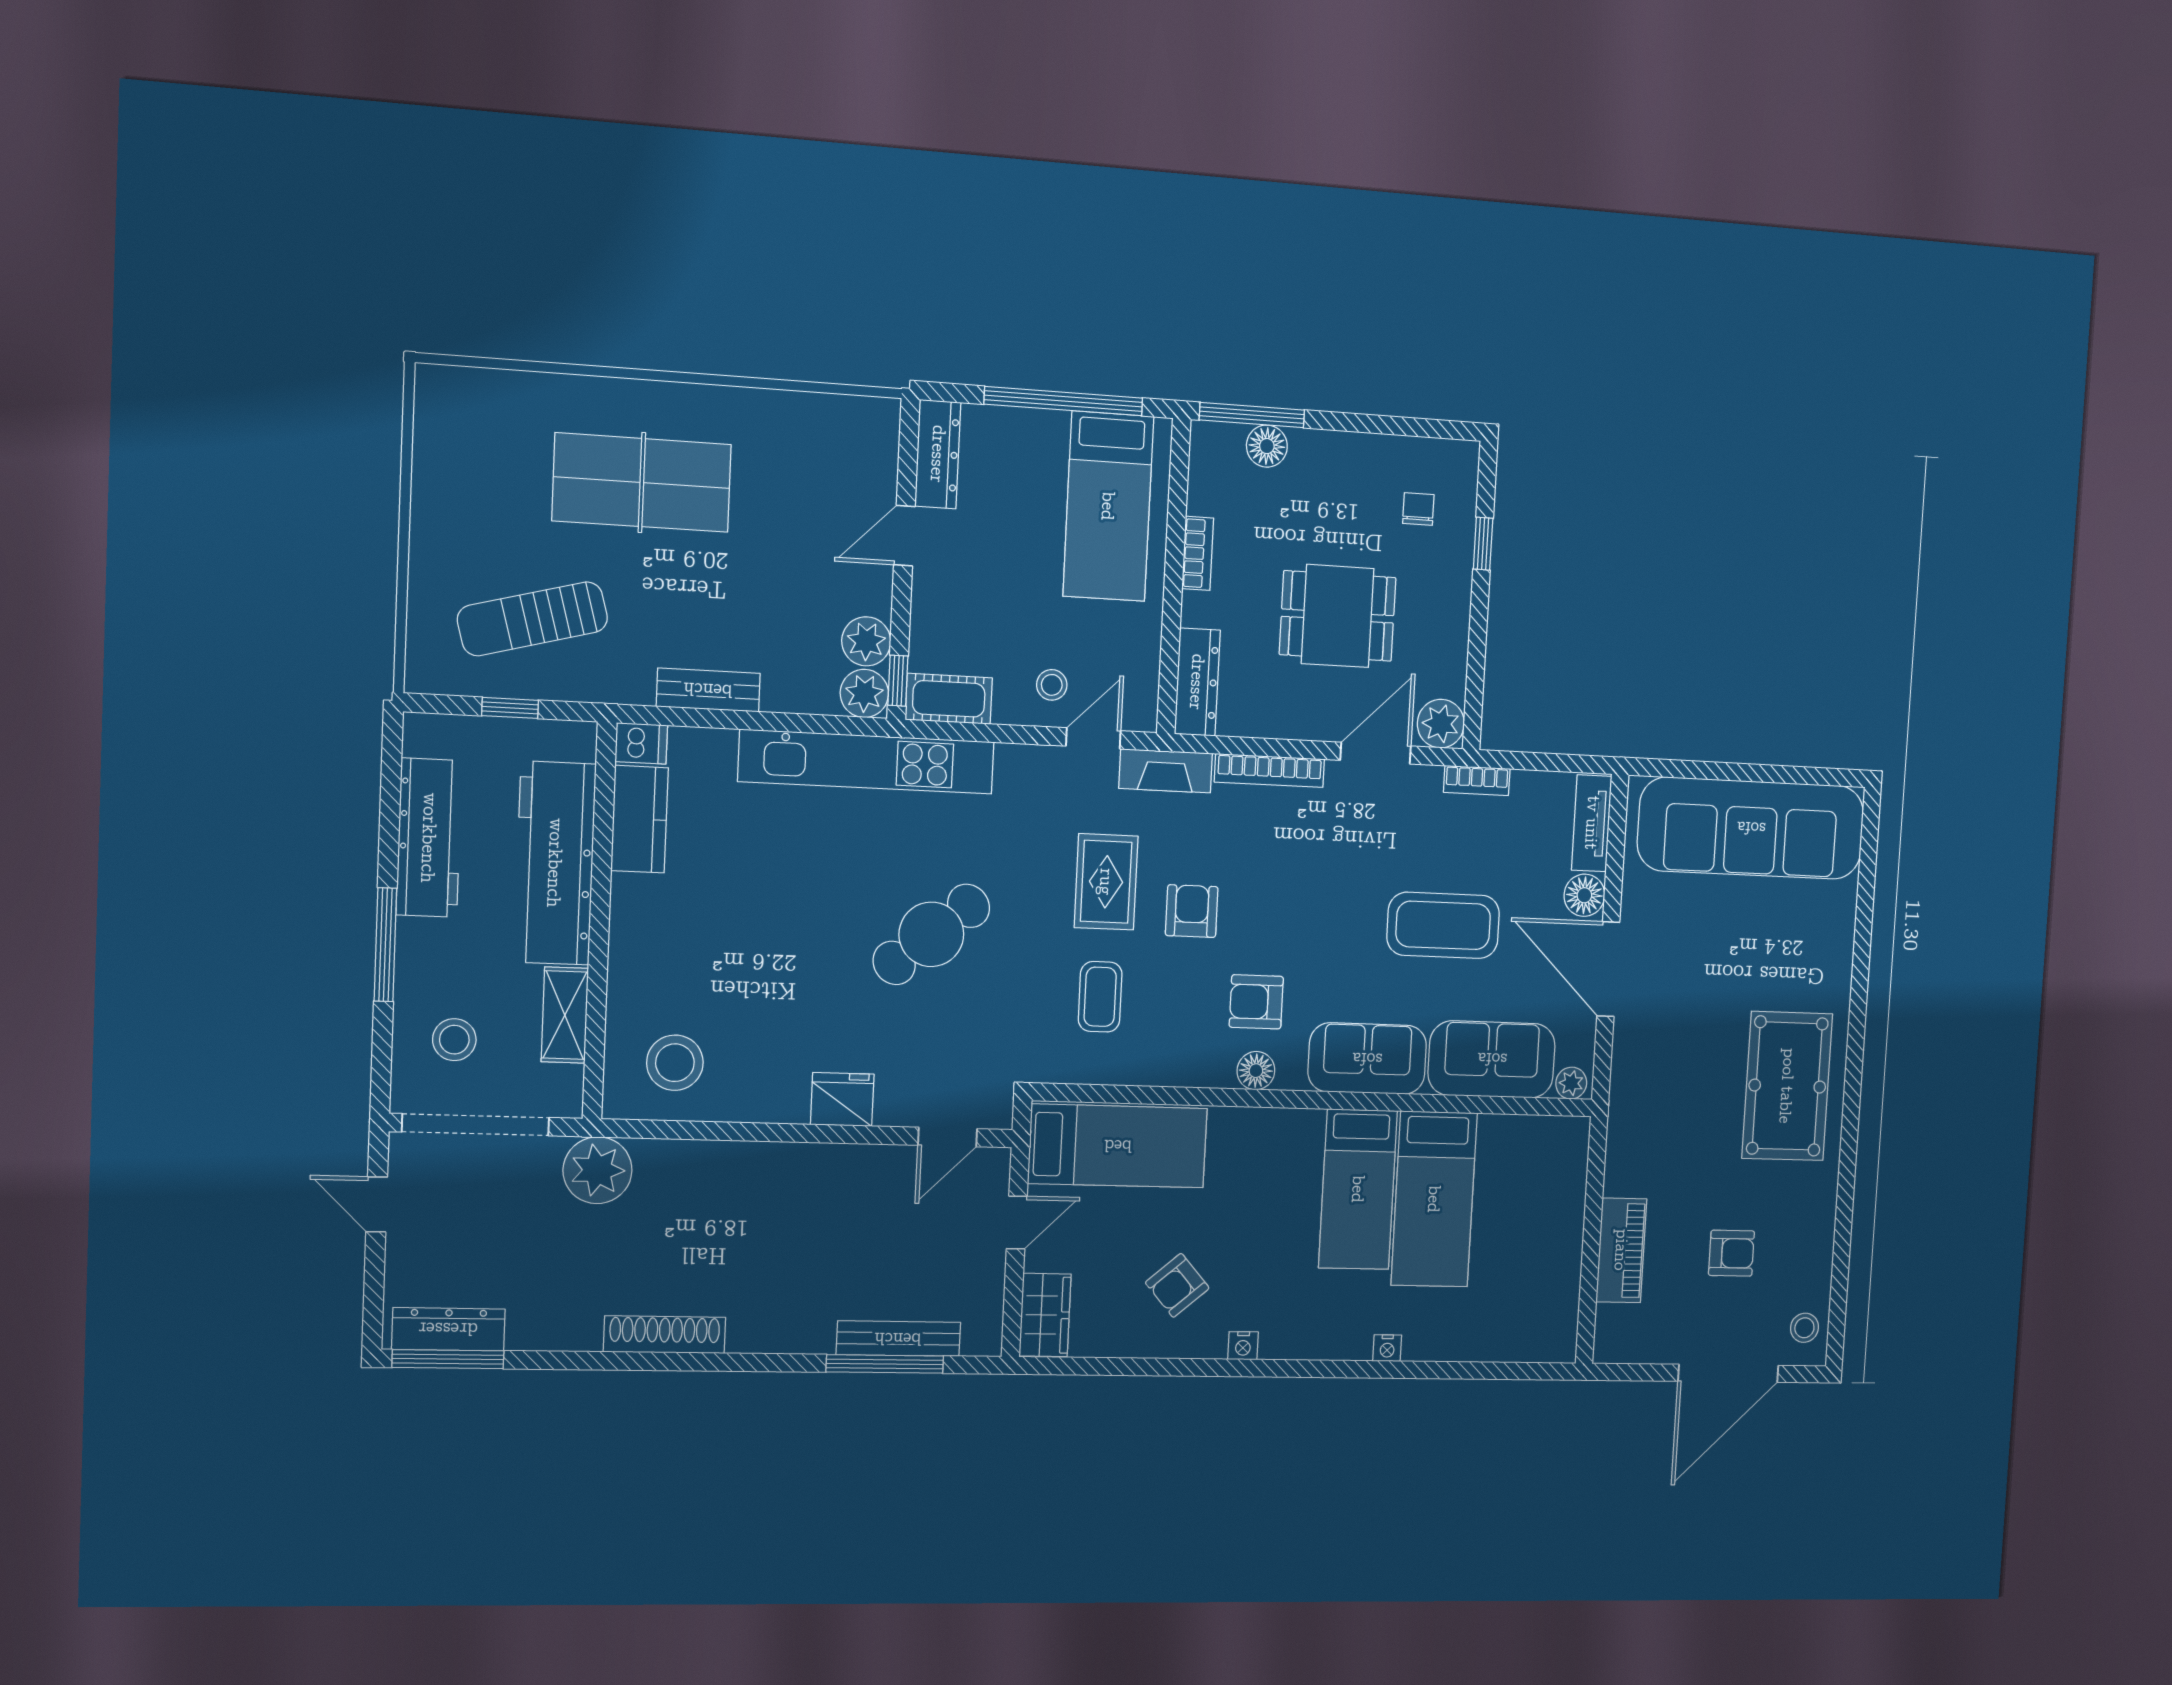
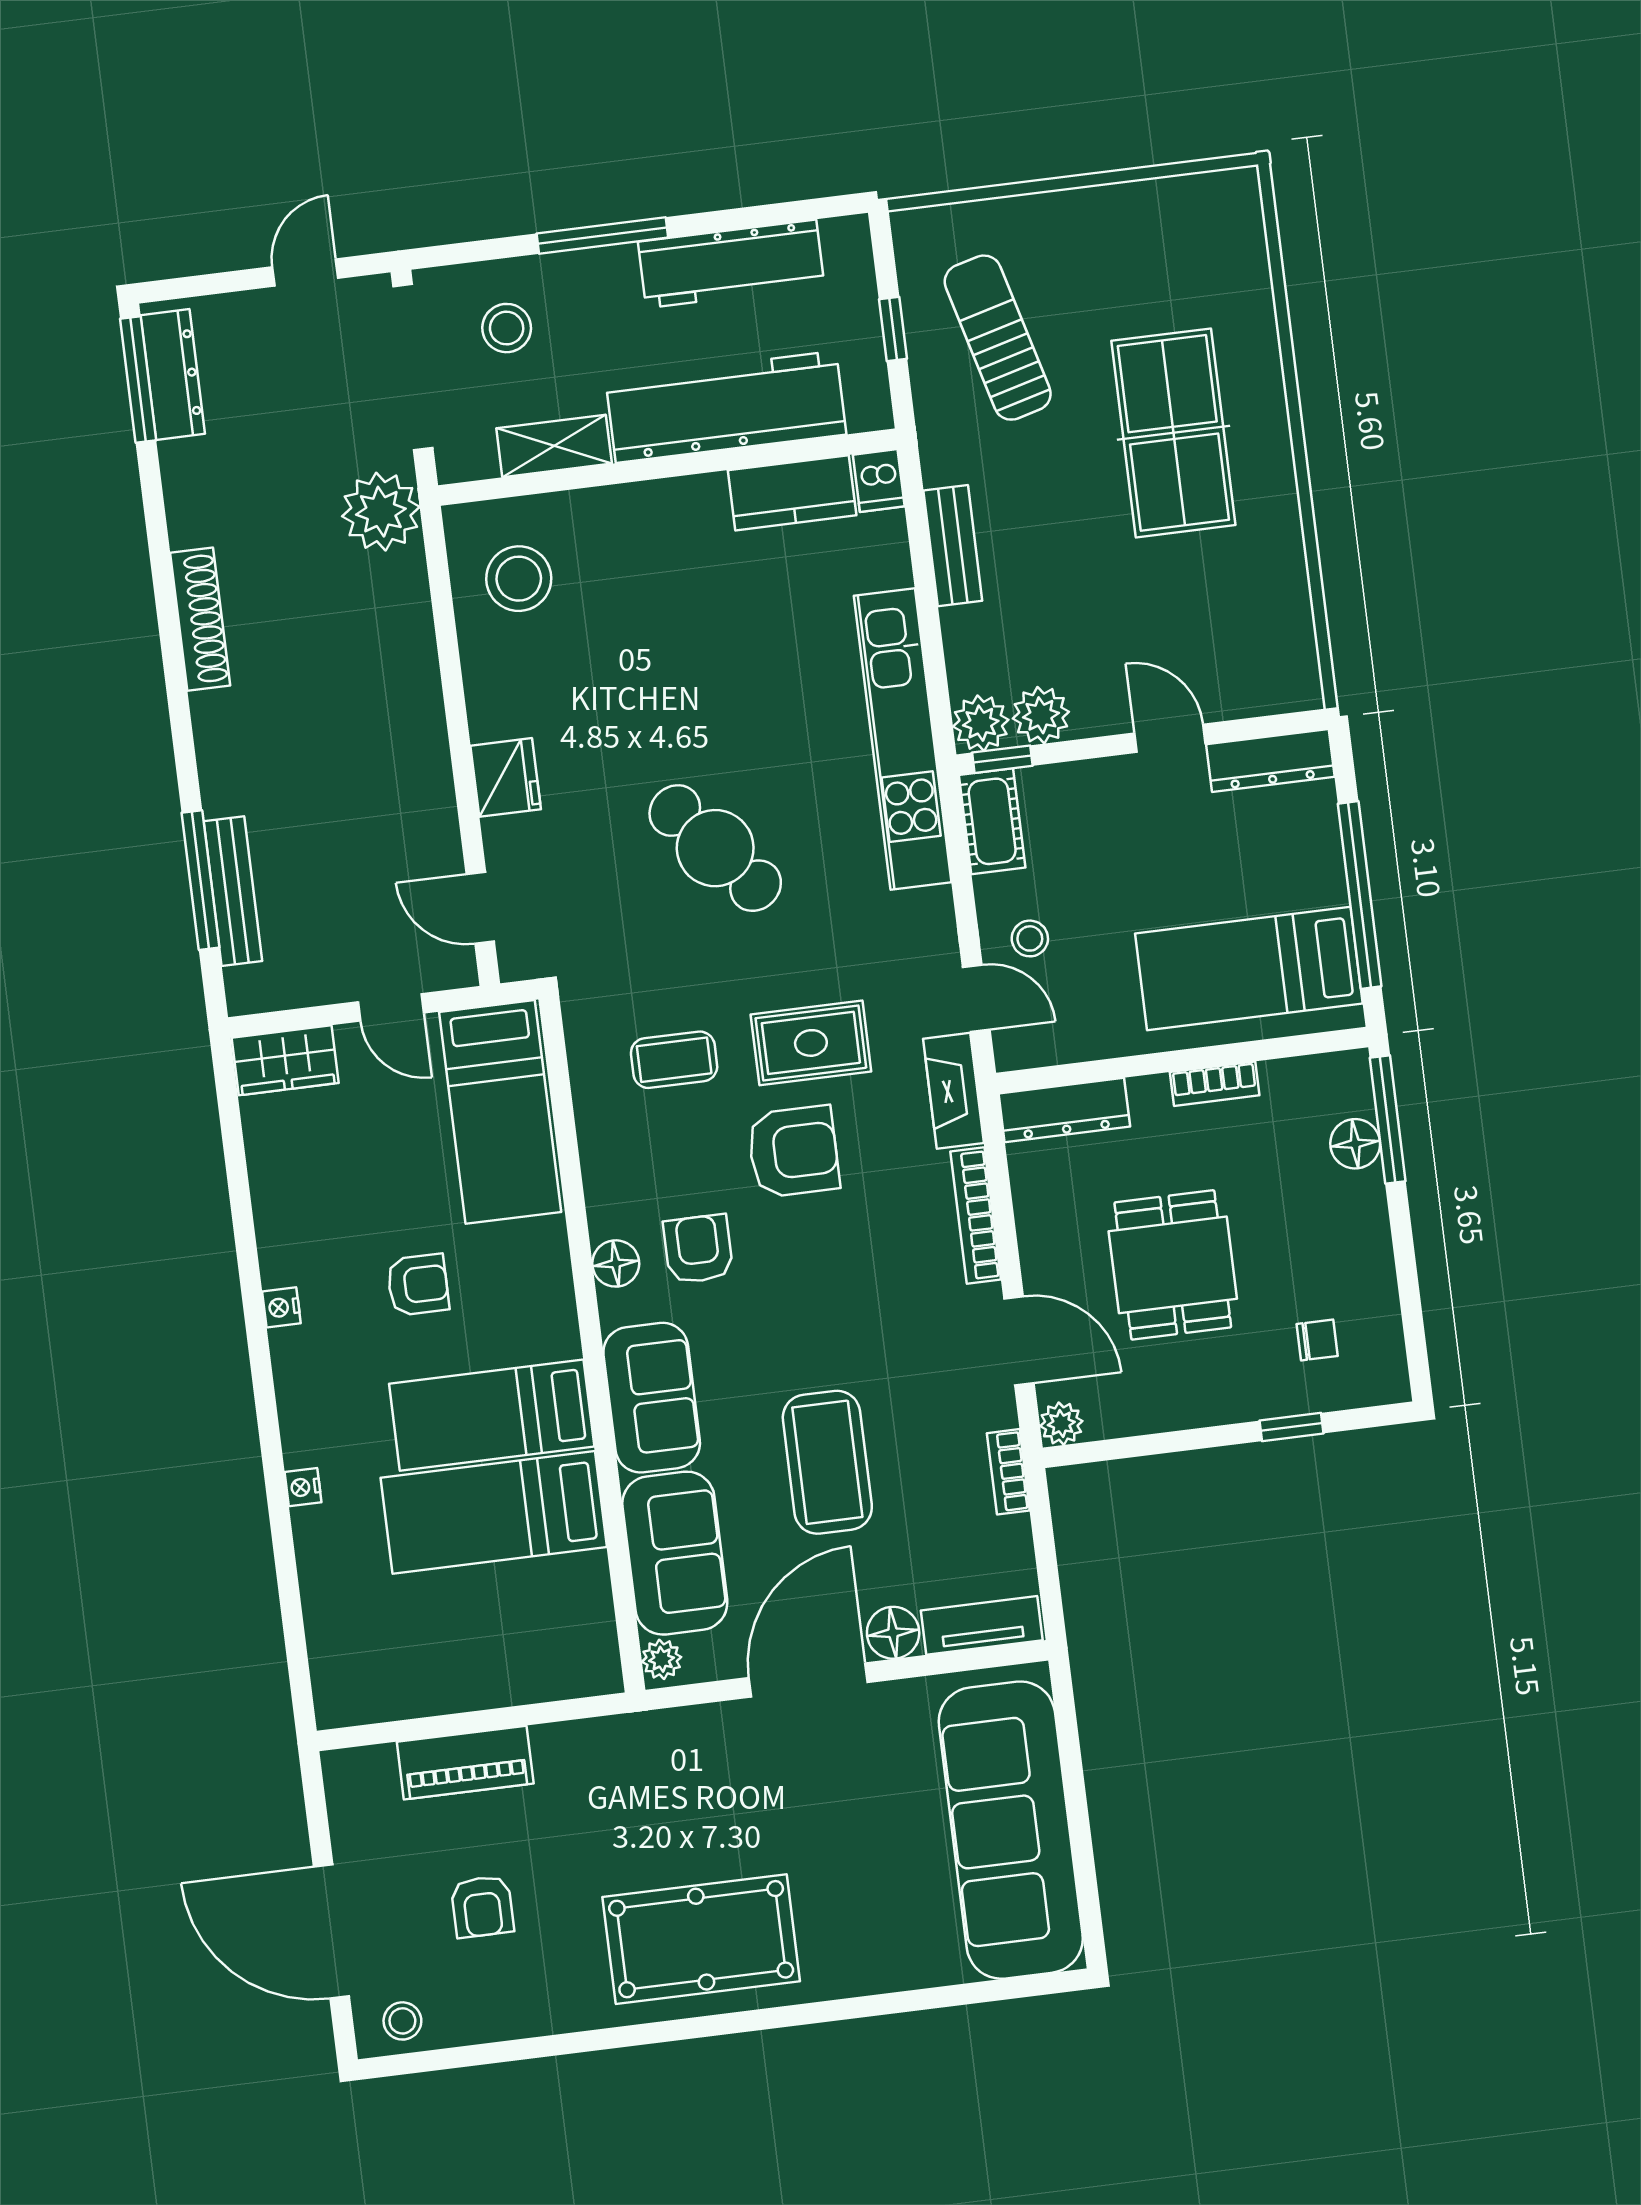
plant: (1441, 724) -> (1061, 1424), width x0.73, depth x0.73
armchair: (1192, 911) -> (793, 1151), width x1.38, depth x1.38
armchair: (1177, 1285) -> (418, 1285), moved, turned 131

